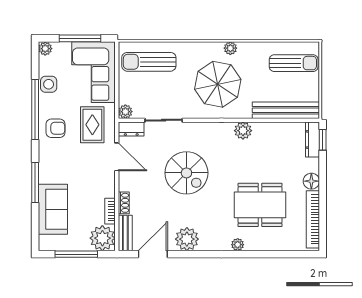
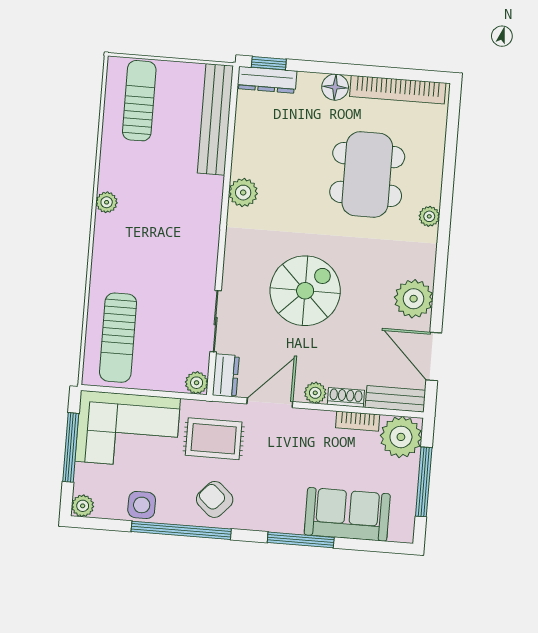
parasol: (218, 84) -> (164, 228), removed
armchair: (56, 128) -> (215, 499), turned -48
plant: (125, 184) -> (315, 393), added

